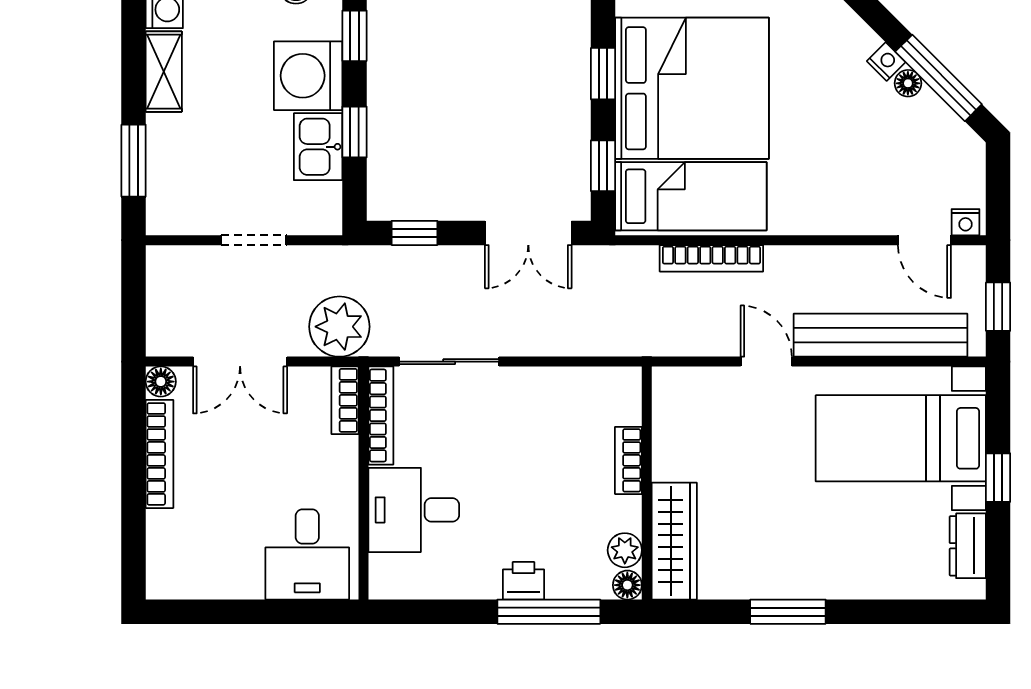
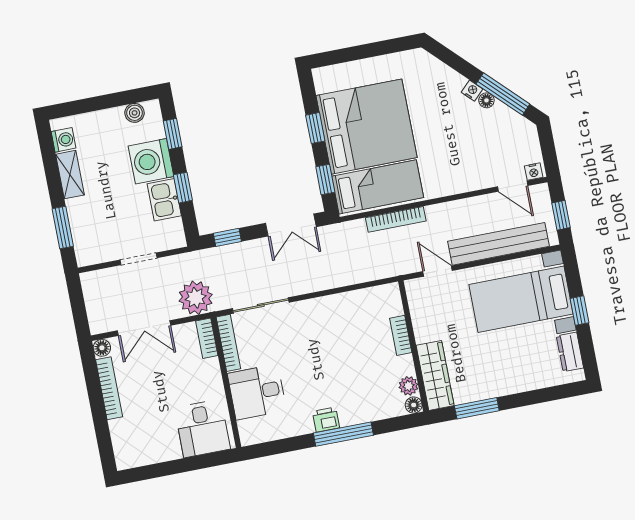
bookcase: (628, 460) -> (401, 335), moved
wall: (647, 483) -> (413, 346), moved
wardrobe: (674, 541) -> (435, 375), moved
plant: (625, 550) -> (408, 386), moved
floor lamp: (627, 585) -> (414, 405), moved

